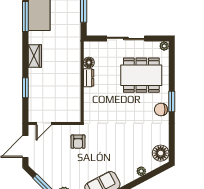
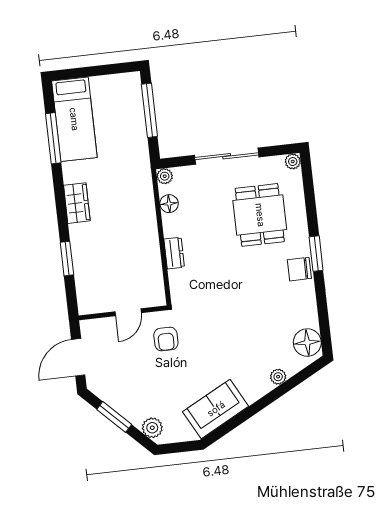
plant: (88, 46) -> (165, 176), added
dining table: (141, 75) -> (260, 215), width x0.73
dresser: (89, 78) -> (174, 253), moved
door: (44, 123) -> (128, 312), moved

